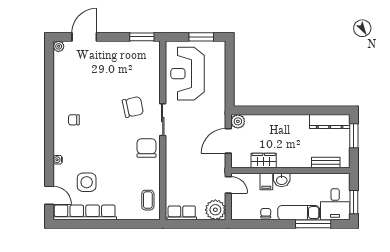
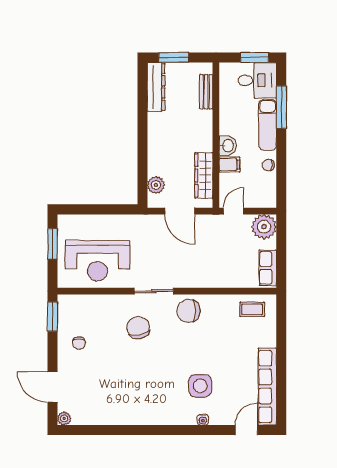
chair: (74, 120) -> (79, 343), moved
plant: (238, 121) -> (156, 185), moved
wardrobe: (264, 161) -> (204, 175), width x1.50
side table: (87, 182) -> (200, 386), moved

